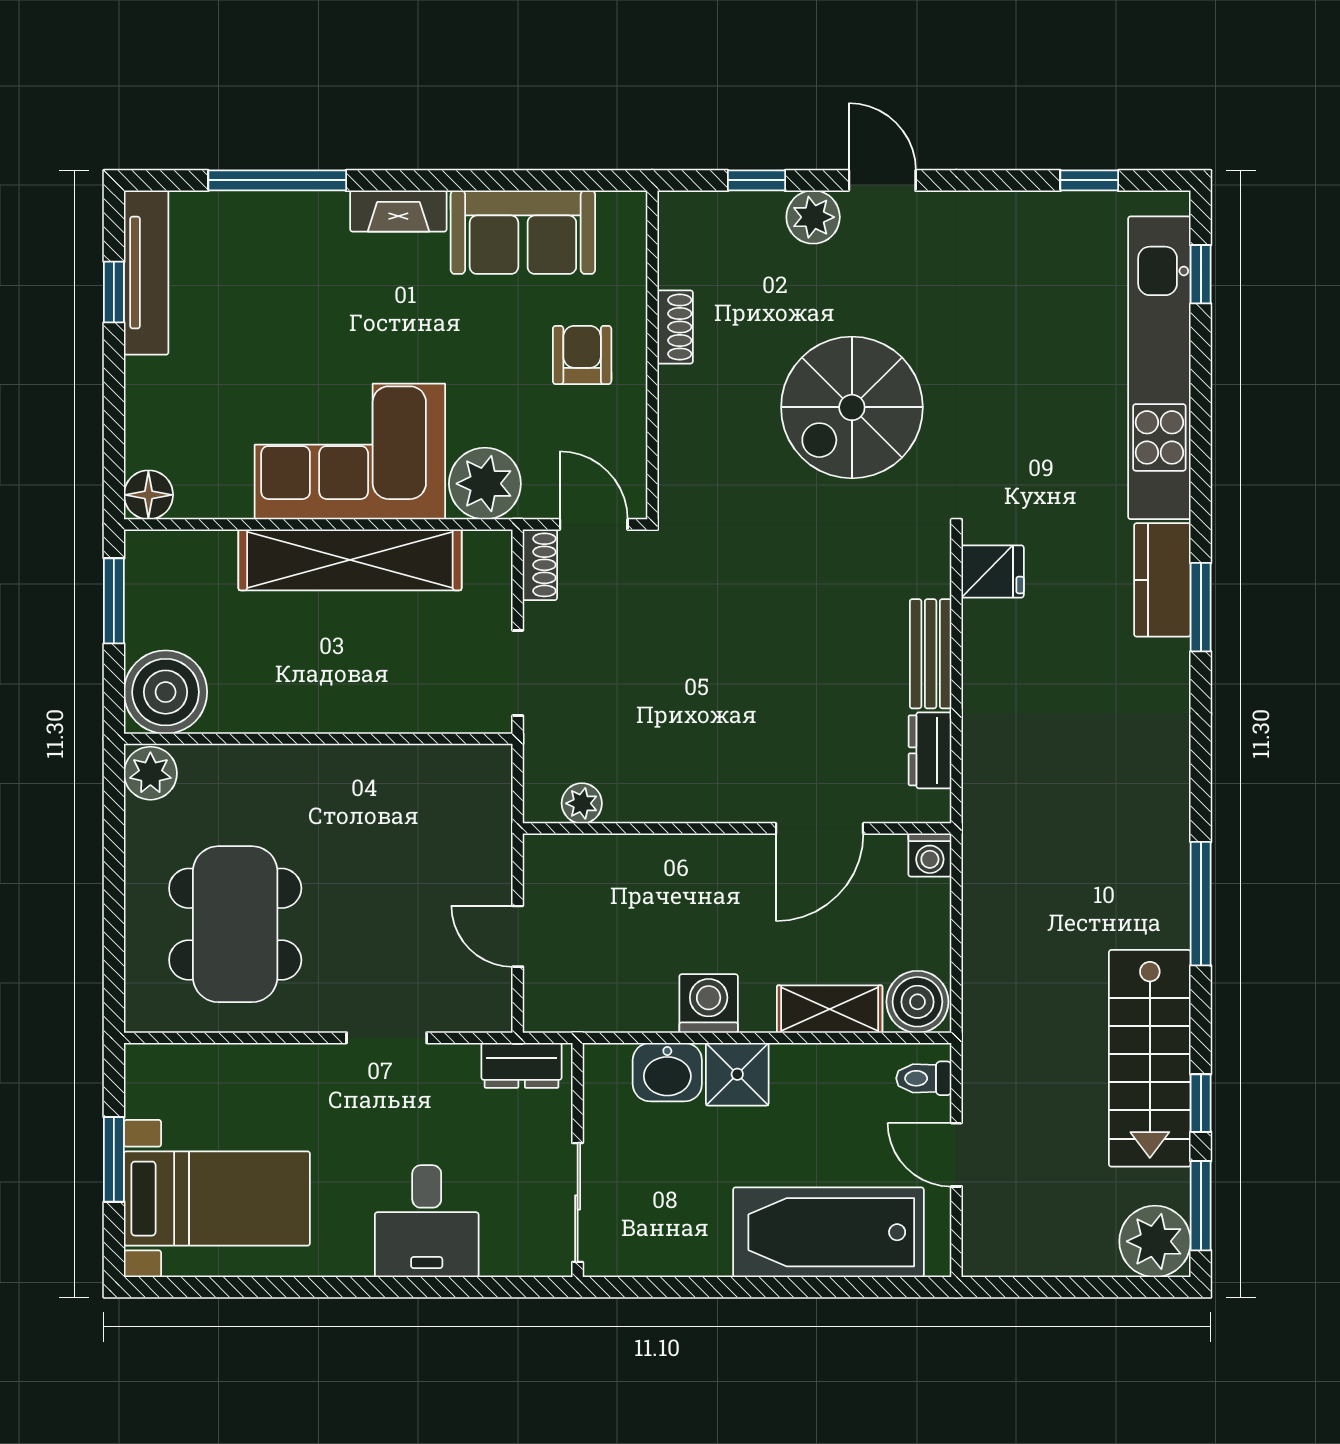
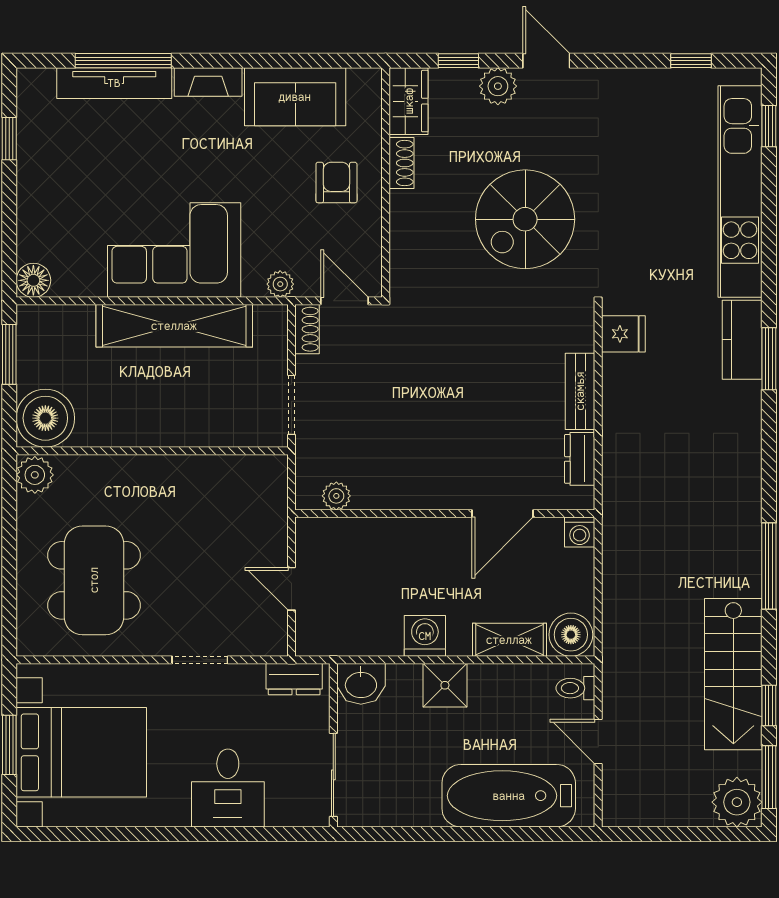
wardrobe: (685, 238) -> (409, 101), added
tv unit: (146, 273) -> (114, 83), moved, turned 90
plant: (485, 484) -> (280, 284), width x0.53, depth x0.53
washbasin: (667, 1072) -> (361, 684), moved
bed with nightstands: (217, 1199) -> (81, 752), width x1.36

